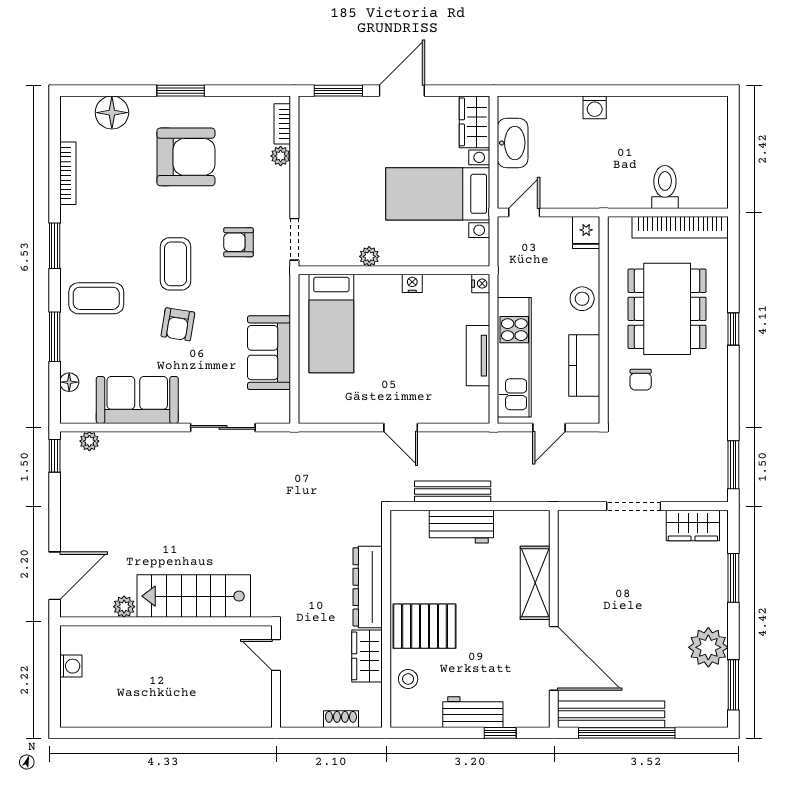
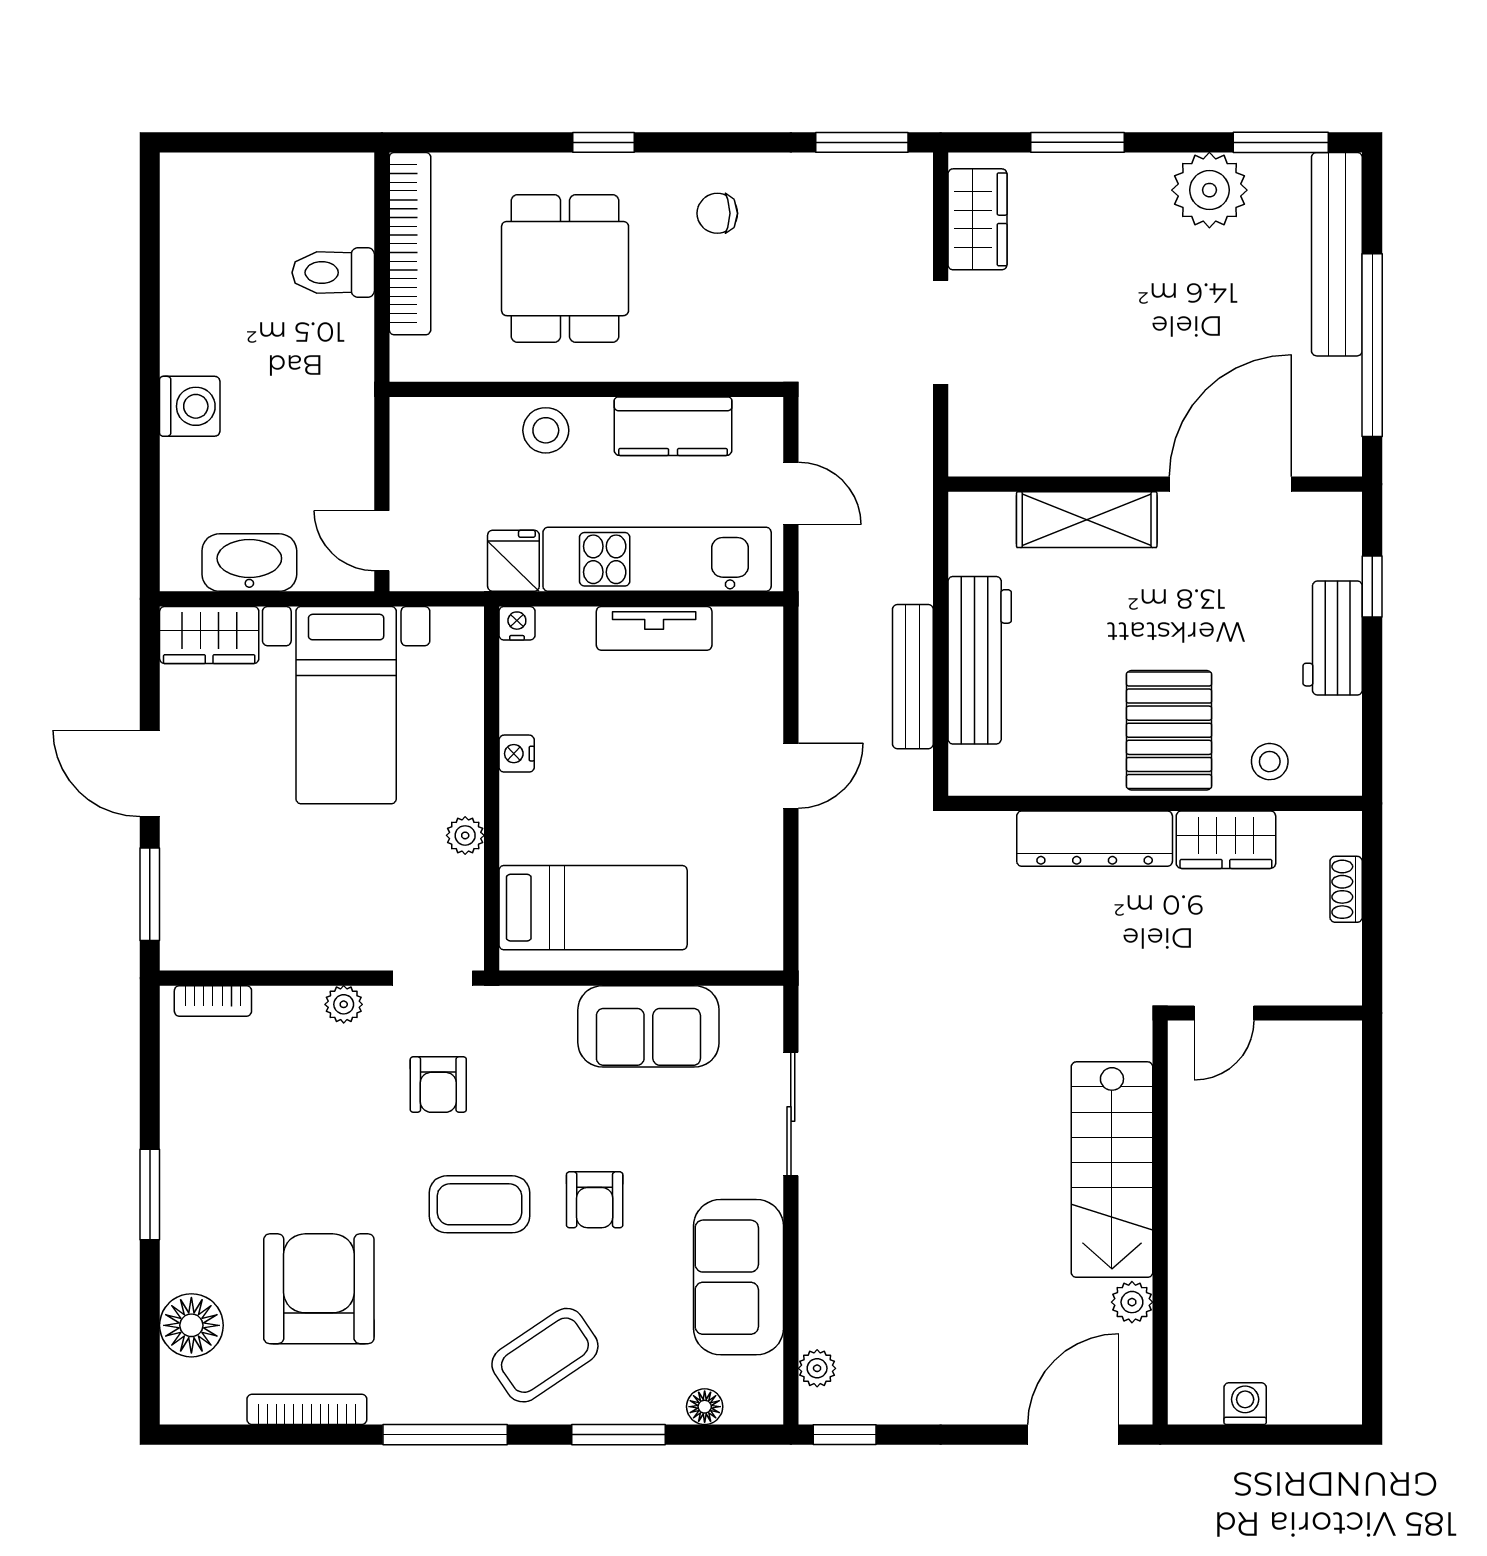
washing machine: (595, 107) -> (190, 406), width x1.38, depth x1.38
plant: (281, 156) -> (344, 1004), moved
armchair: (186, 157) -> (319, 1289), moved
fridge: (586, 233) -> (513, 561), moved, turned -90
window: (55, 246) -> (445, 1435), width x1.44
coffee table: (96, 298) -> (545, 1355), turned 56
dining table: (667, 309) -> (565, 269), width x0.73
armchair: (178, 324) -> (595, 1200), turned 81
chair: (641, 380) -> (717, 213), moved, turned 180
workbench: (461, 527) -> (980, 660), width x1.37
door: (55, 576) -> (1073, 1435), hinge flipped
bench: (611, 714) -> (1337, 254), moved

